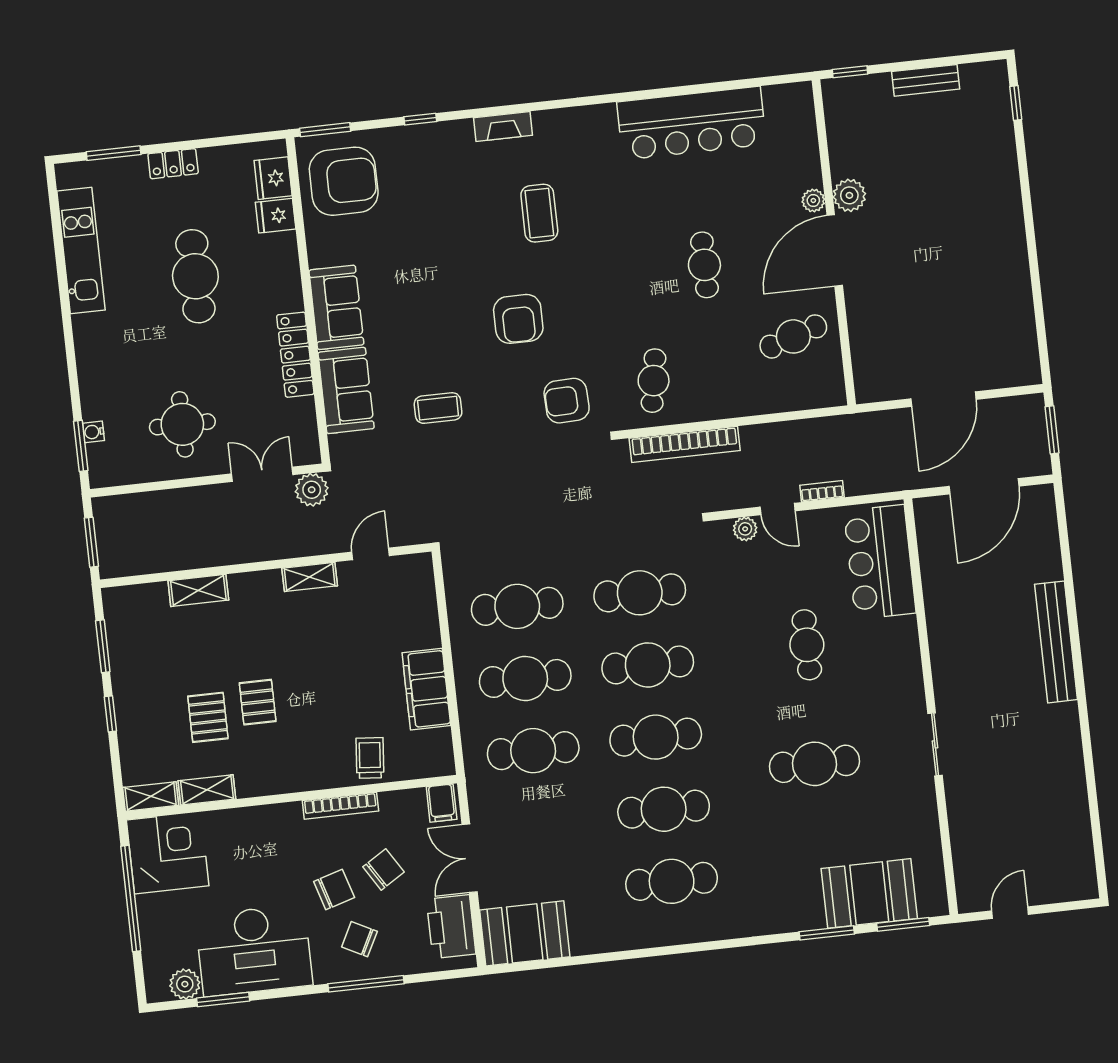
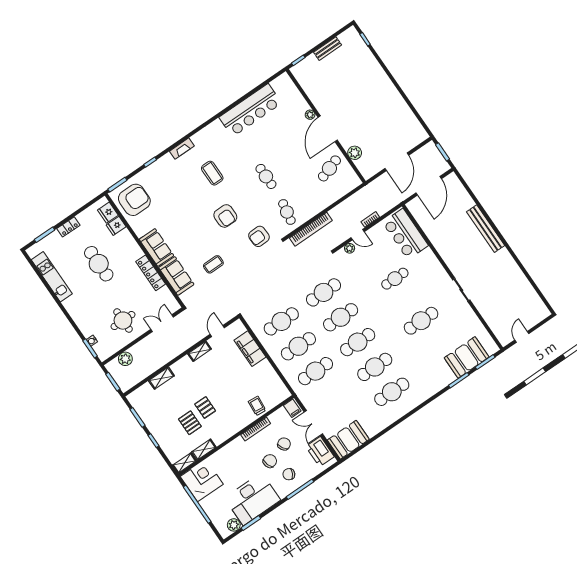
plant: (849, 195) -> (355, 153), moved
cafe table: (704, 265) -> (266, 176), moved
plant: (312, 490) -> (125, 359), moved
cafe table: (807, 645) -> (395, 279), turned 90
filing cabinet: (426, 689) -> (250, 349), moved

